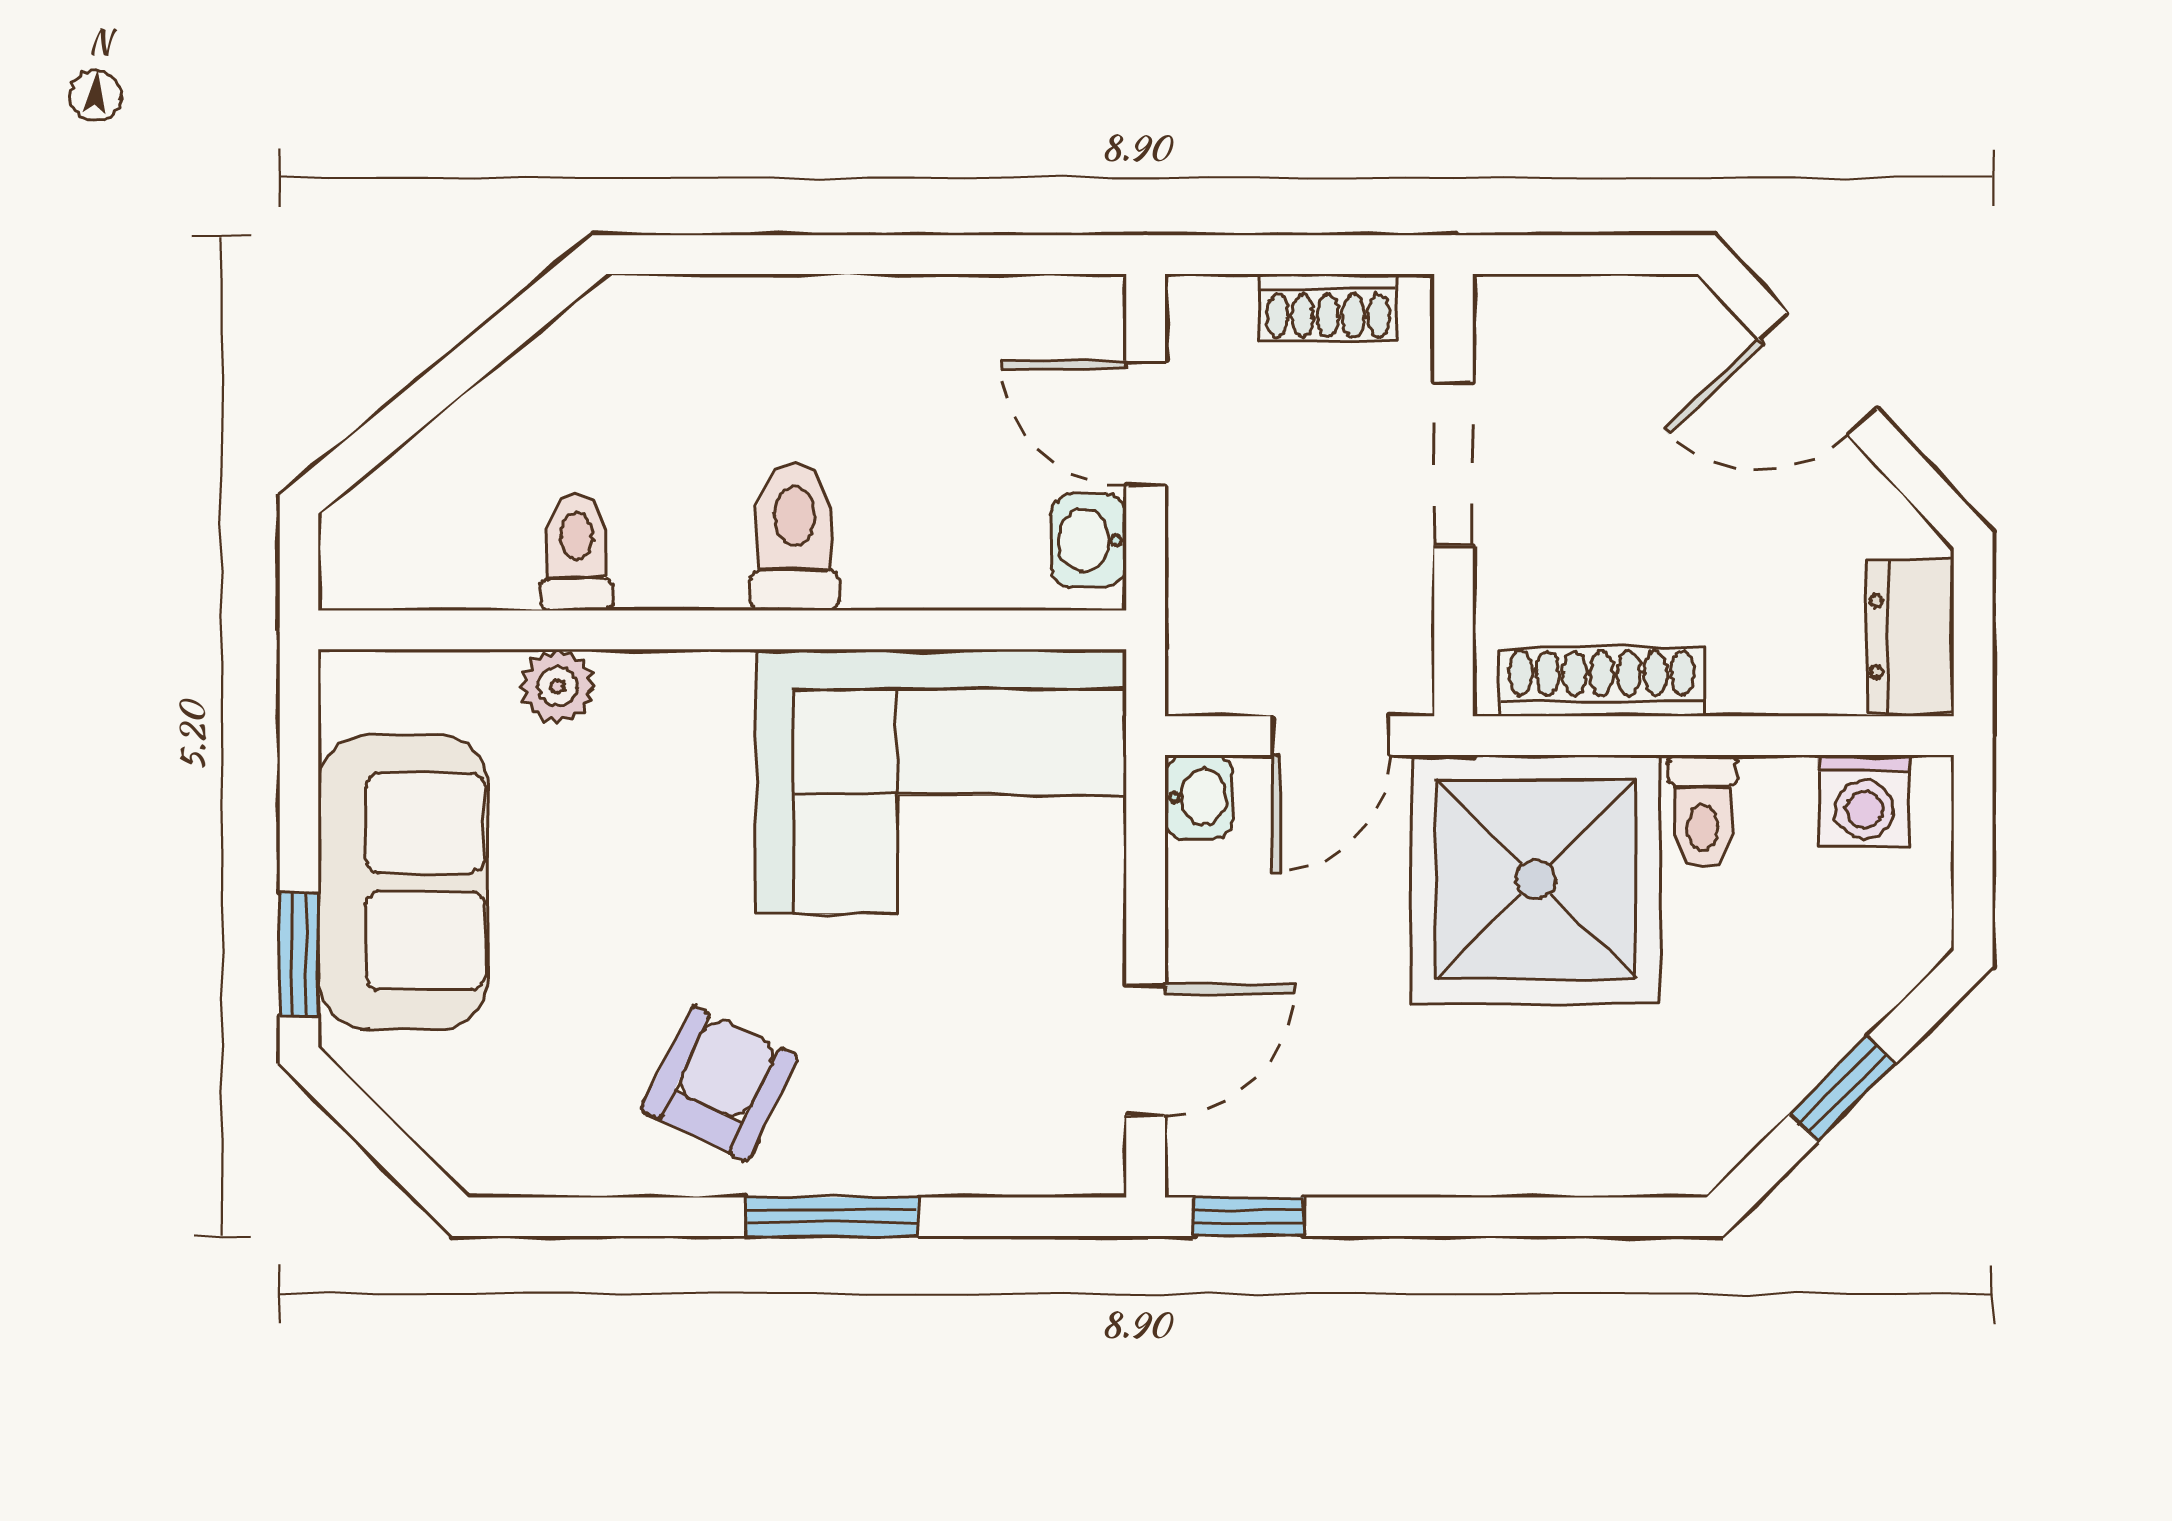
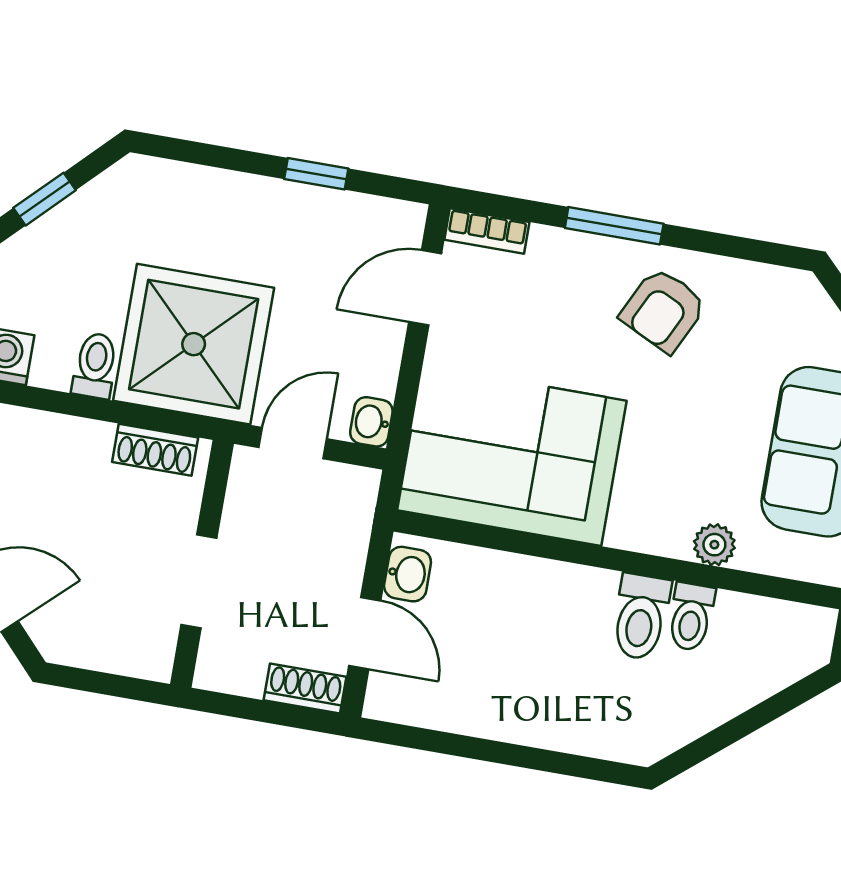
shoe rack: (1328, 307) -> (305, 688), moved
toilet: (794, 537) -> (641, 617), moved
shoe rack: (1602, 682) -> (155, 450), width x0.70
bookcase: (1054, 1169) -> (487, 231), added
window: (1248, 1217) -> (316, 174), moved

